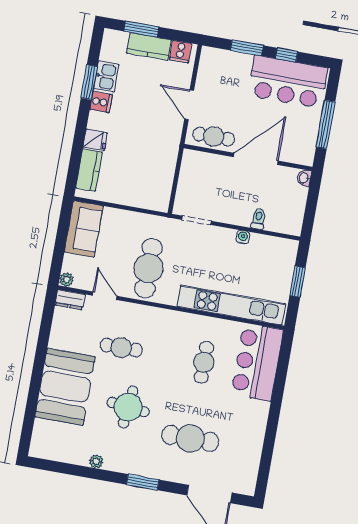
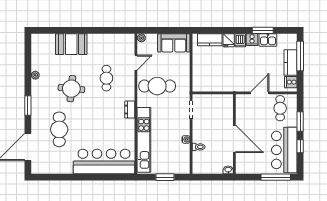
window: (141, 29) -> (300, 56), width x1.44
dishwasher: (99, 121) -> (240, 40), added
window: (326, 124) -> (276, 177), moved
cafe table: (214, 137) -> (280, 108), moved
dresser: (70, 300) -> (130, 110), moved
cafe table: (204, 362) -> (106, 129), removed
bar counter: (257, 362) -> (104, 161), width x1.36
booth: (65, 387) -> (71, 44), width x0.73, depth x0.70

